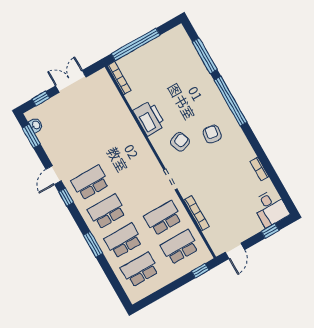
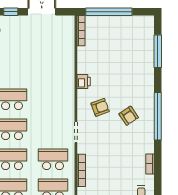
window: (231, 101) -> (158, 116), moved
printer: (149, 118) -> (84, 82), width x0.53, depth x0.68
armchair: (212, 134) -> (129, 116), turned 138

